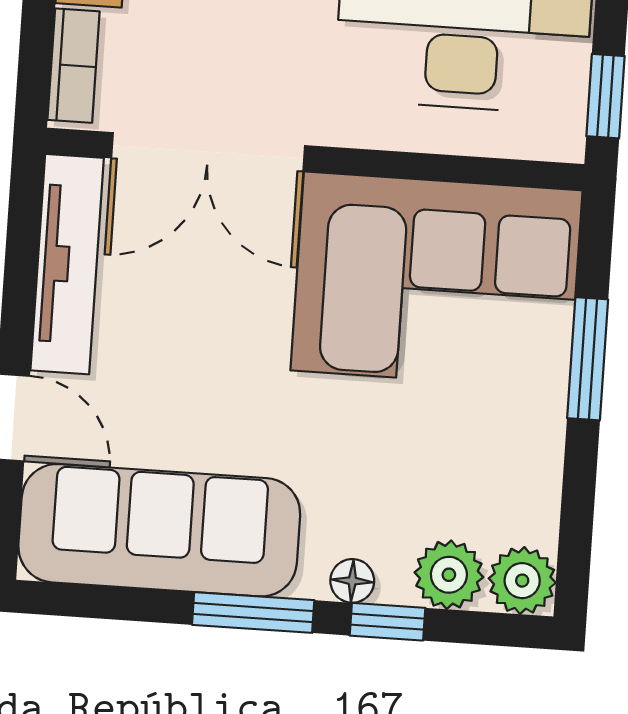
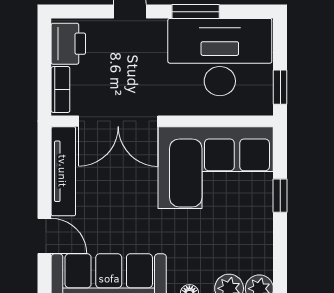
window: (588, 359) -> (280, 196), width x0.67

